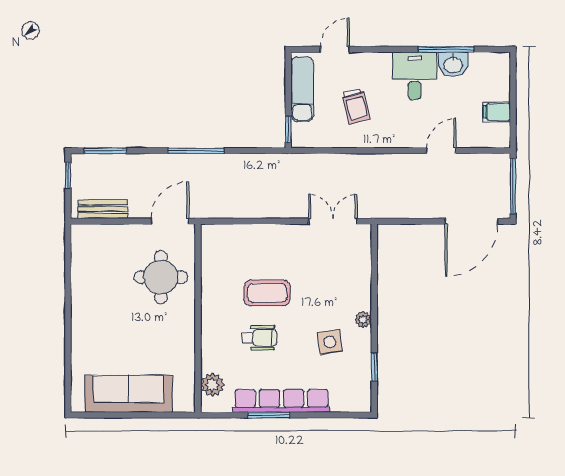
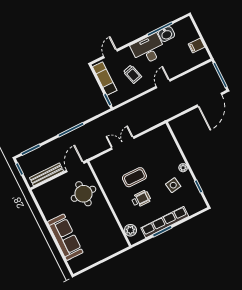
desk: (415, 76) -> (148, 49), width x1.37
door: (441, 151) -> (163, 84), moved
bench: (103, 209) -> (46, 174), width x1.36
double door: (333, 221) -> (123, 143), moved
sofa: (129, 394) -> (65, 237), moved, turned 90

